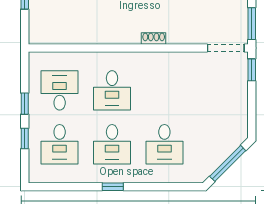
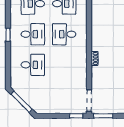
desk: (112, 144) -> (33, 34), turned 180
desk: (164, 144) -> (33, 65), turned 180

